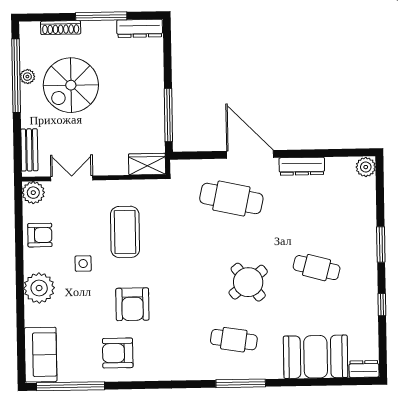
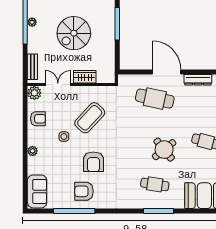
spiral stairs: (71, 85) -> (74, 33), moved
window: (168, 115) -> (117, 24), moved
wardrobe: (147, 164) -> (85, 77), moved
coffee table: (125, 232) -> (90, 118), turned 43
plant: (39, 288) -> (33, 151), width x0.53, depth x0.53
window: (71, 386) -> (74, 211), moved

